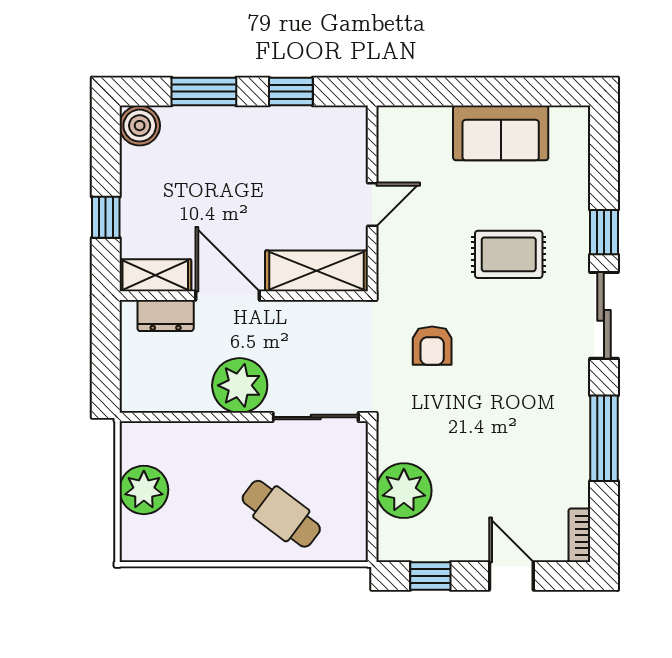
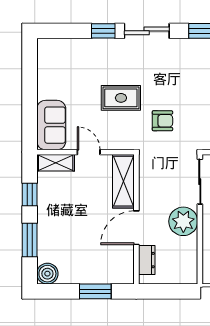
sofa: (501, 133) -> (51, 125), moved
window: (106, 217) -> (95, 291), width x1.50
rug: (509, 254) -> (121, 98), moved, turned 90
shelving: (155, 275) -> (56, 163), moved, turned 90

